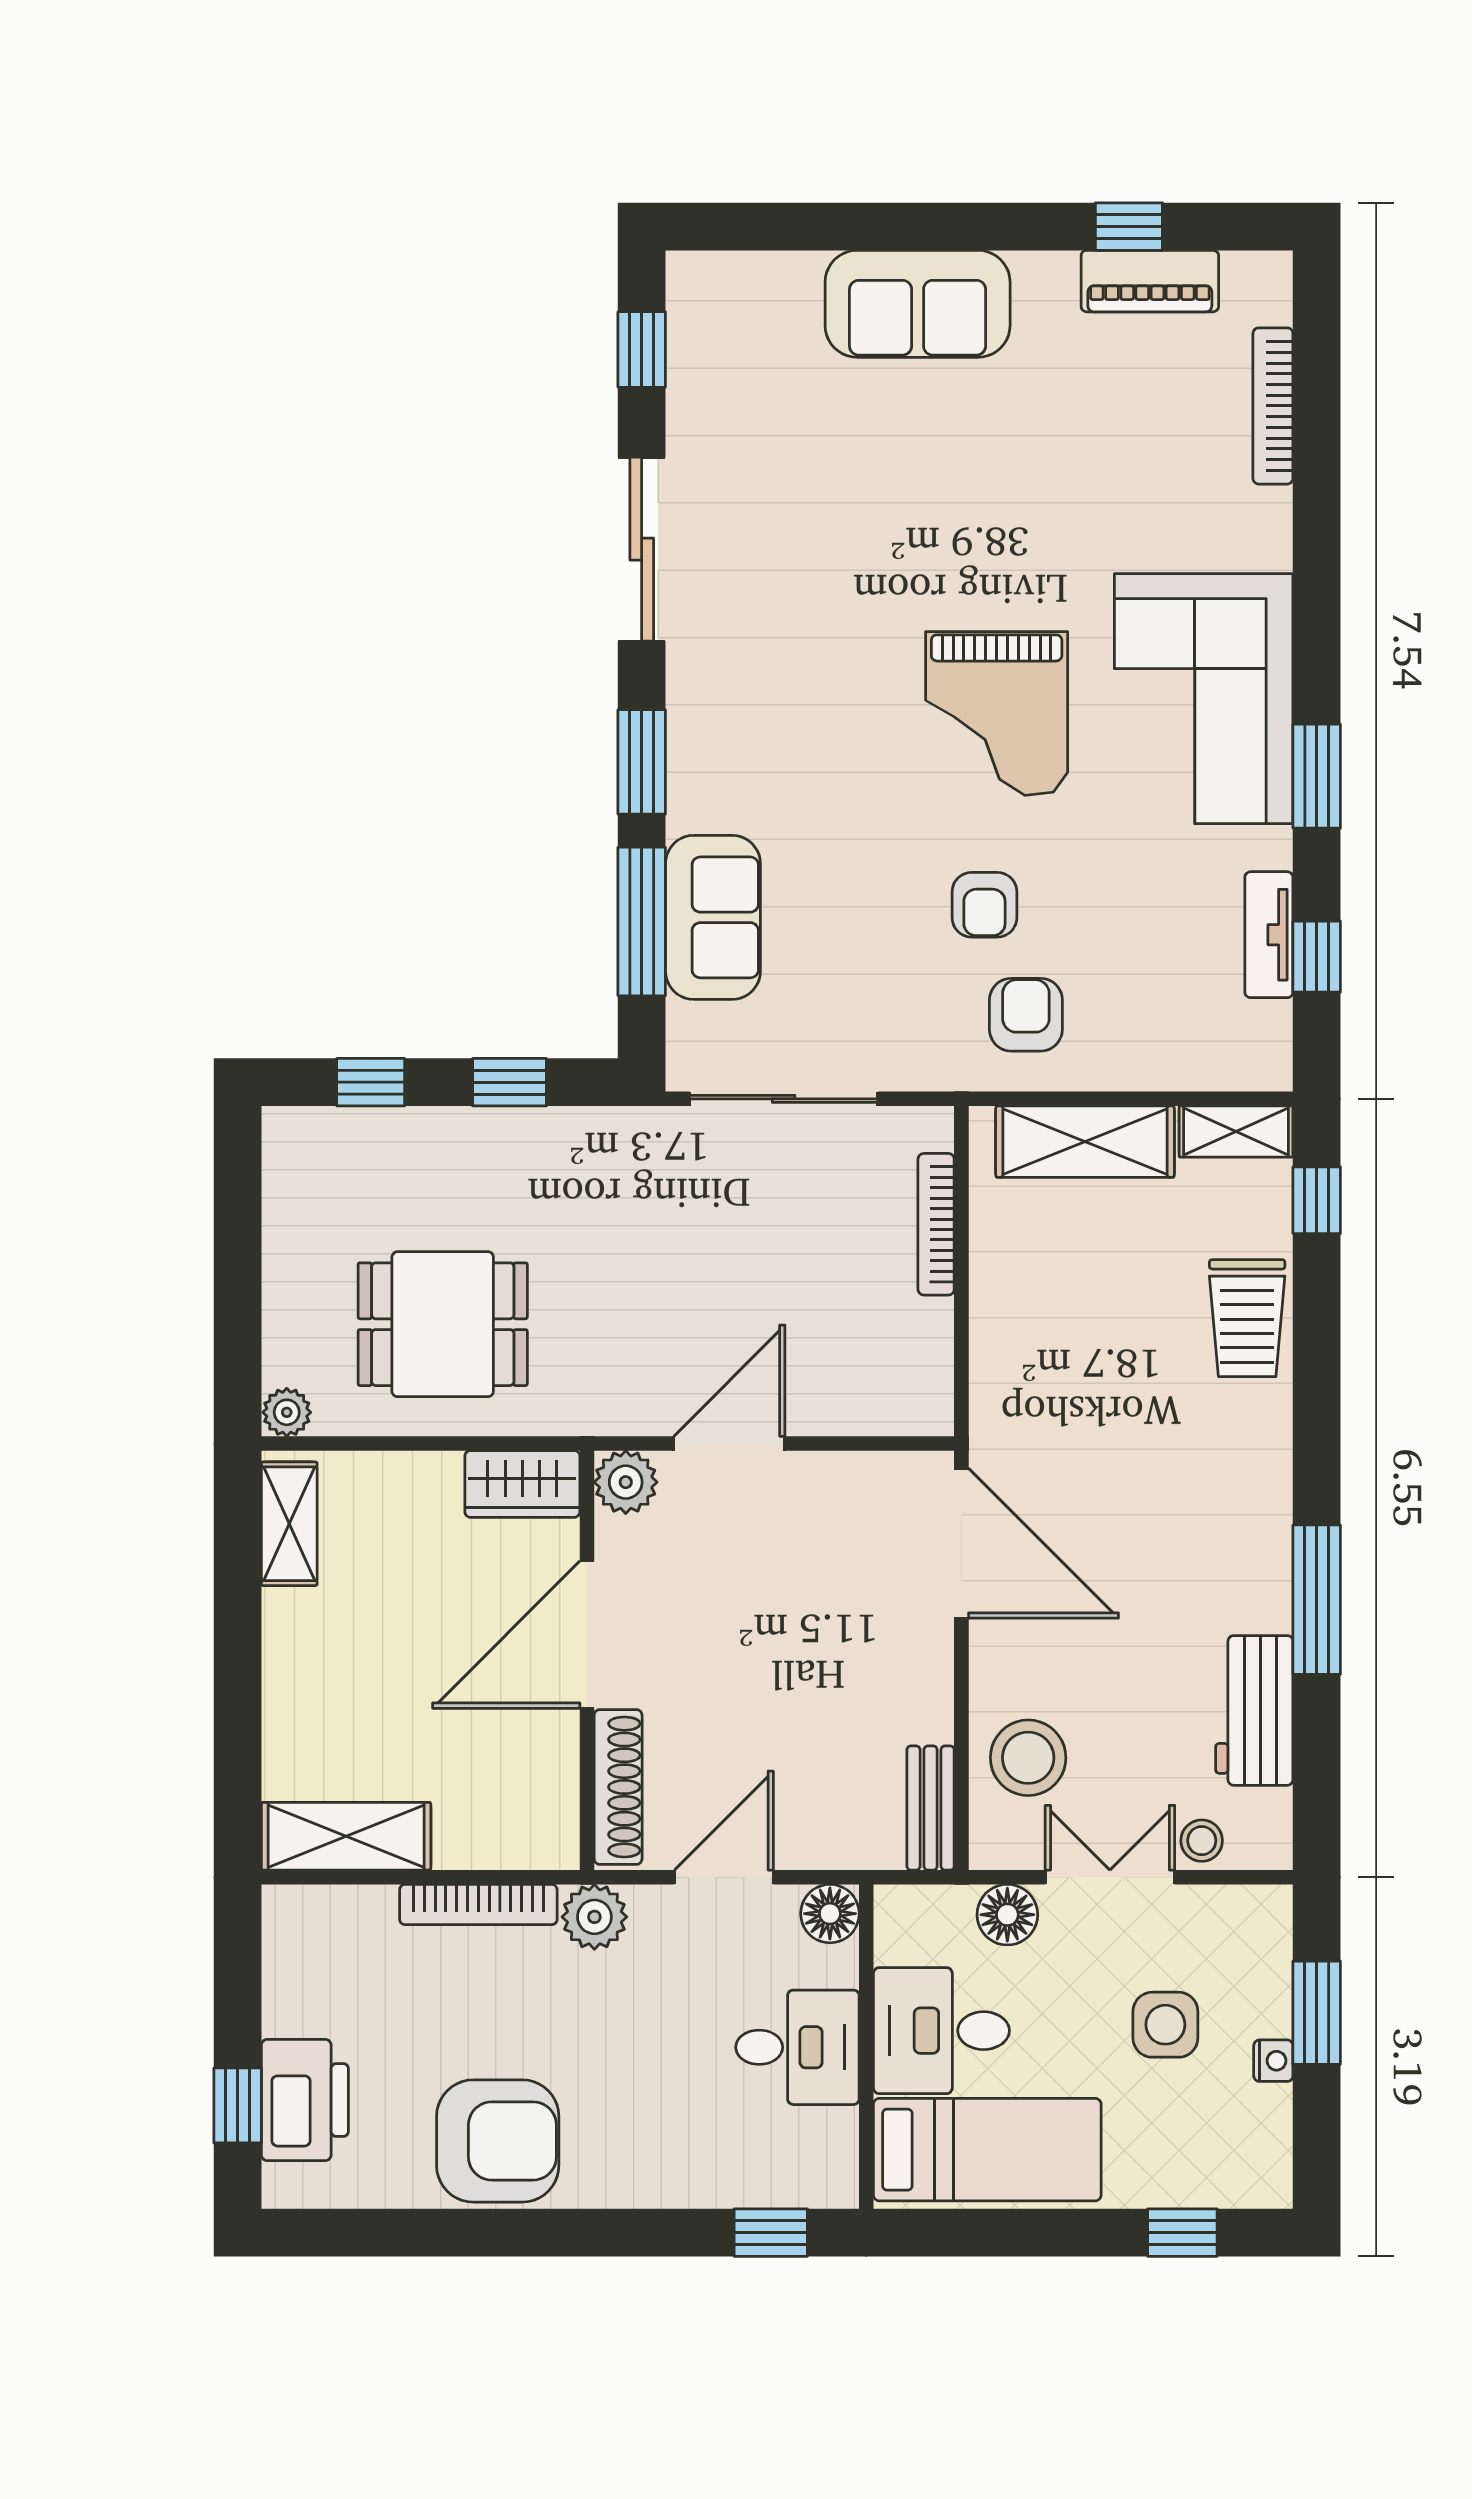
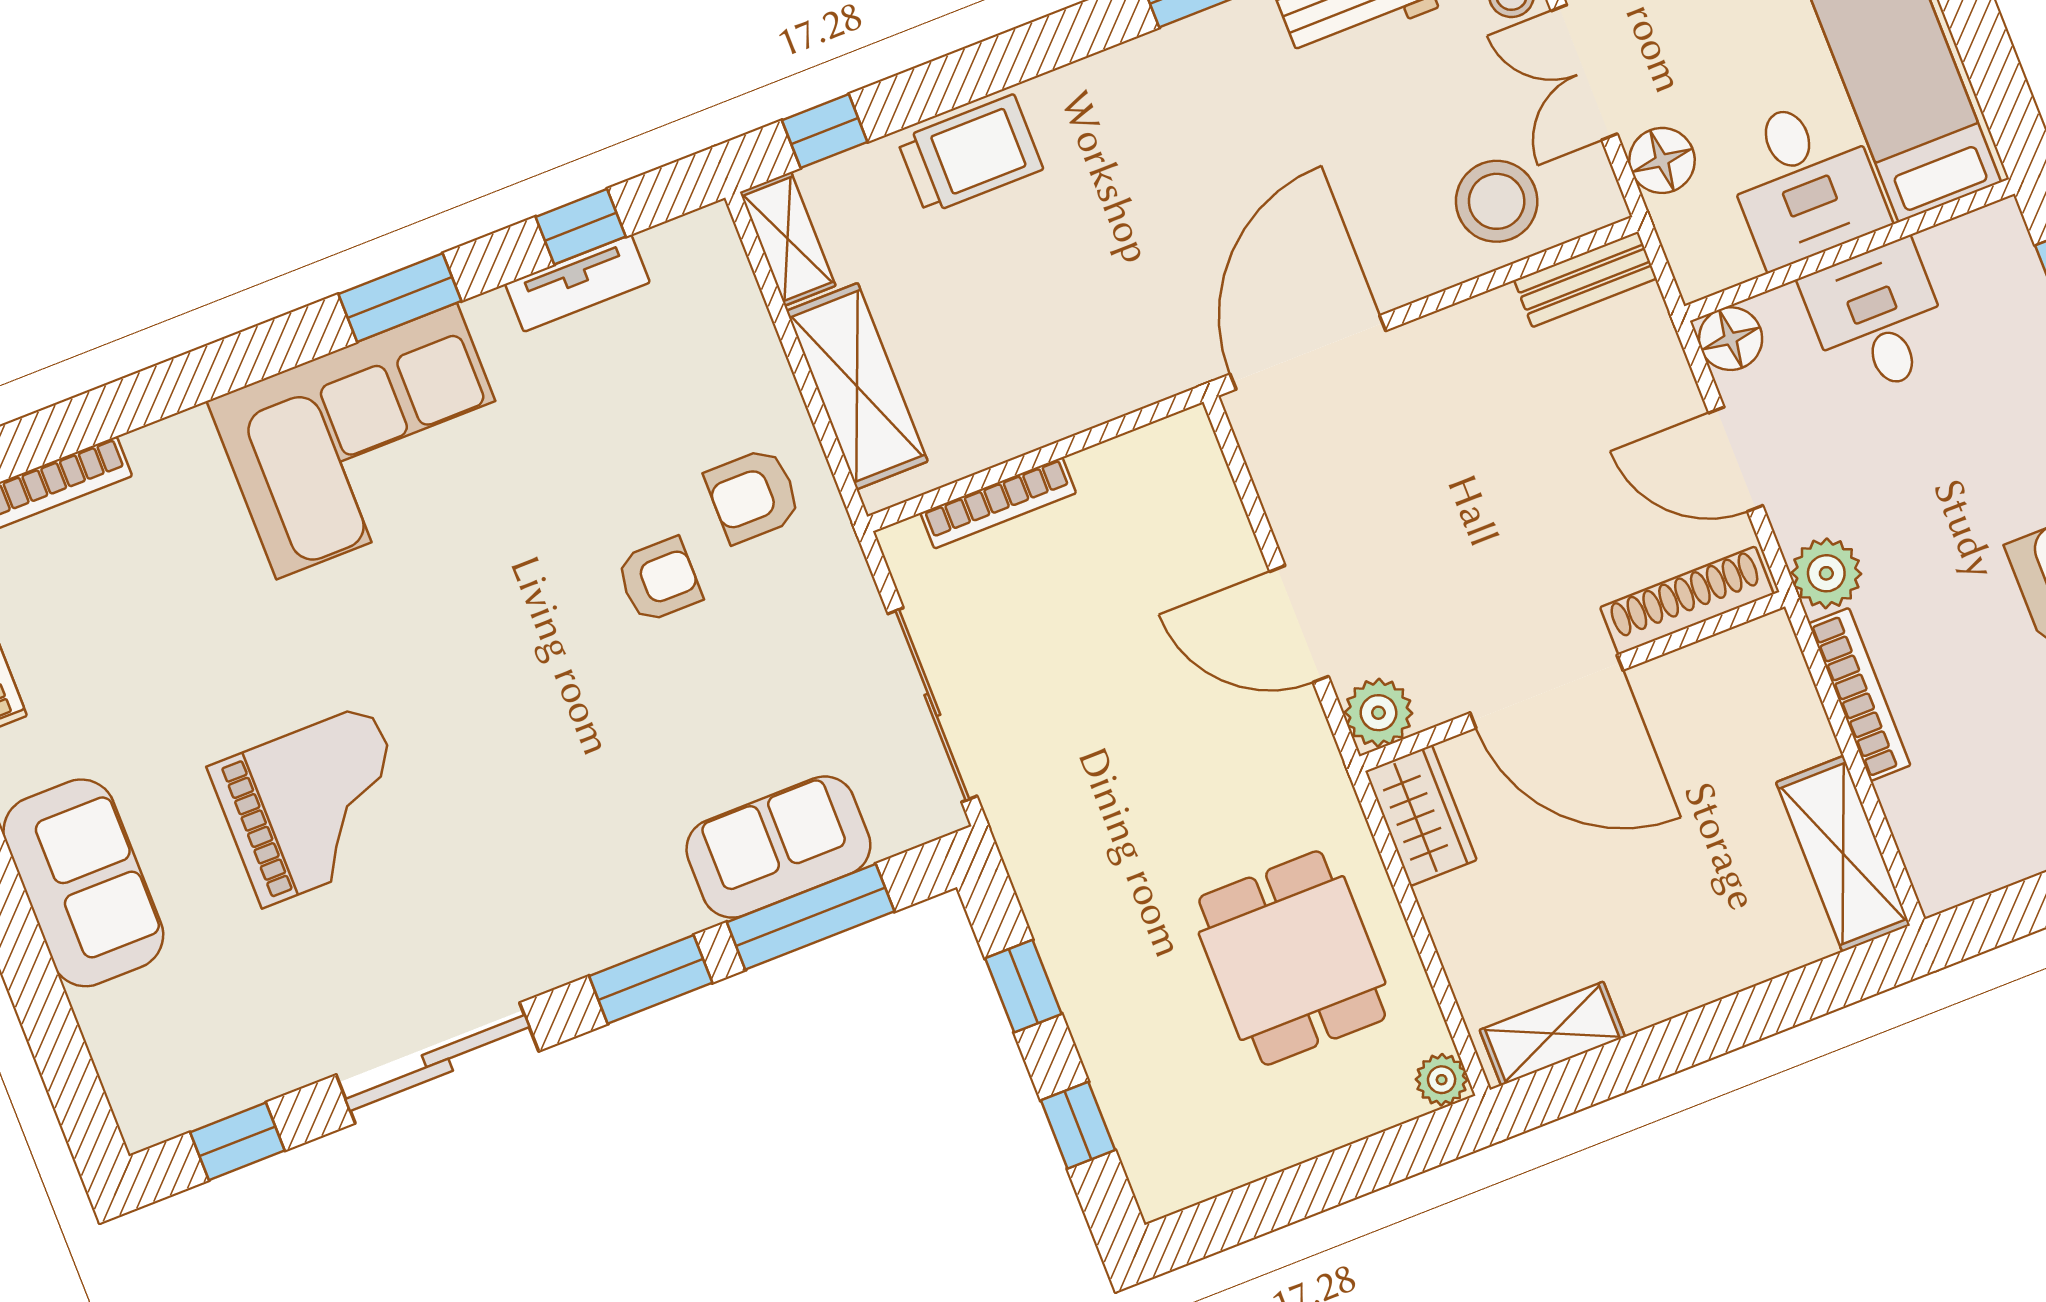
grand piano: (997, 713) -> (316, 806), moved

